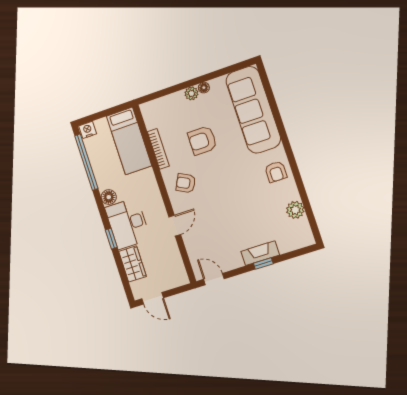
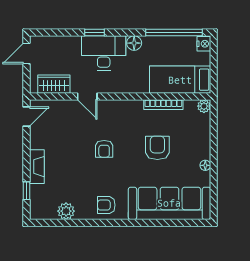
plant: (191, 93) -> (204, 106), moved
armchair: (186, 183) -> (104, 149), moved, turned 153
wardrobe: (132, 264) -> (54, 84), moved, turned 180
window: (263, 264) -> (27, 191), moved

